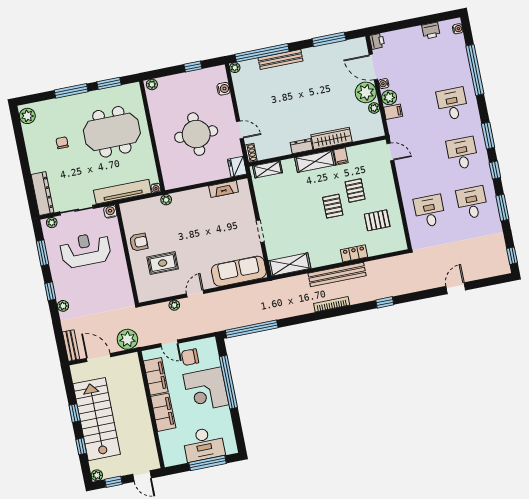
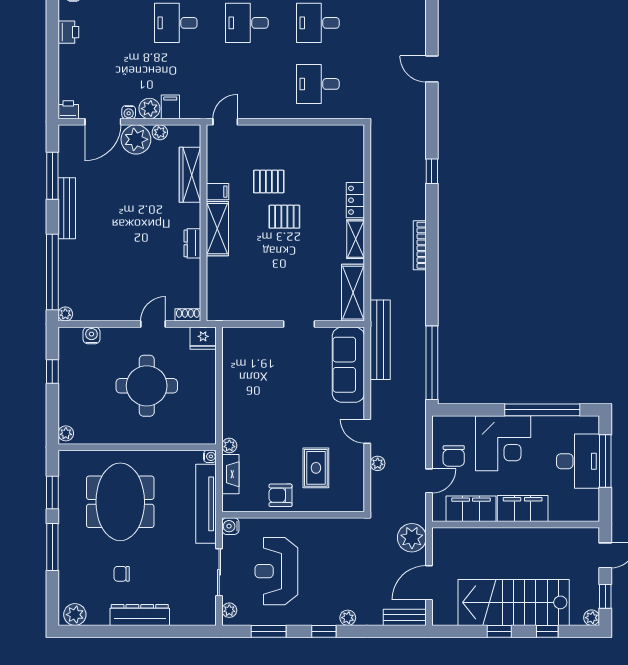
bench: (281, 59) -> (67, 208), moved
wardrobe: (332, 138) -> (190, 175), moved
shelving: (268, 169) -> (356, 239), moved
fireplace: (224, 189) -> (230, 474), moved
dresser: (43, 194) -> (140, 615), moved
pallet: (377, 220) -> (316, 159), removed
armchair: (139, 242) -> (280, 495), turned -90
bench: (337, 275) -> (380, 340), moved
window: (228, 382) -> (542, 410), moved

